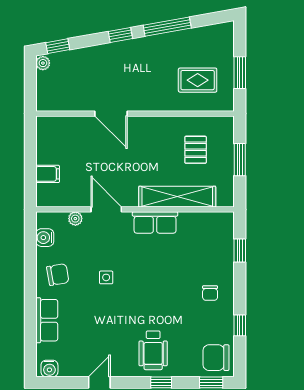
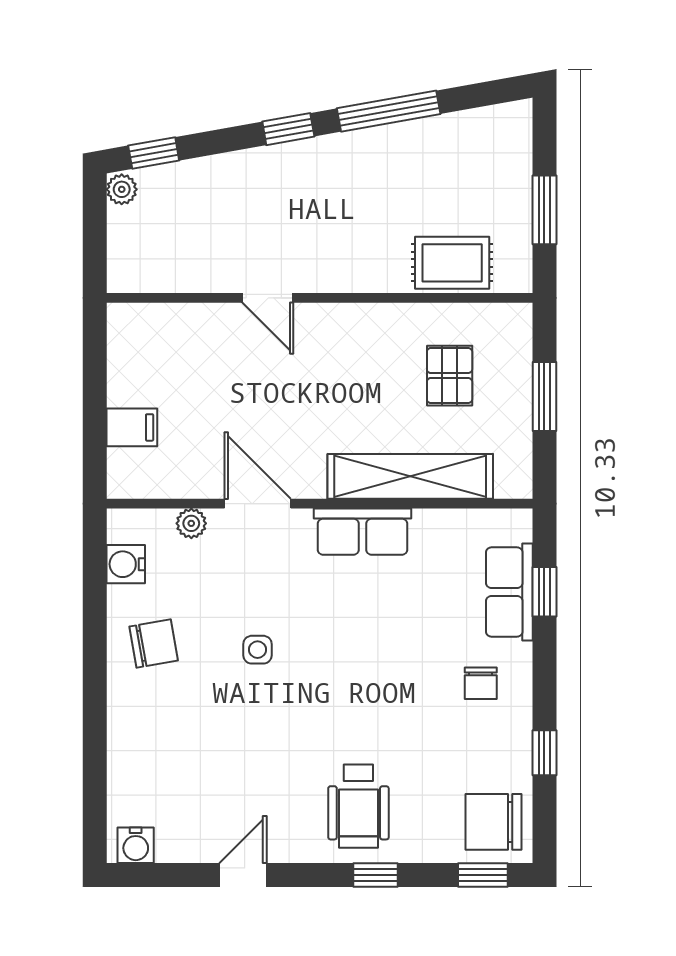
rug: (198, 80) -> (452, 263), moved
door: (111, 114) -> (268, 298), width x0.73
row of seats: (47, 320) -> (509, 592), moved, turned 180

